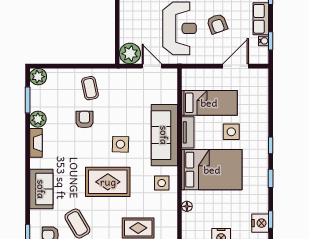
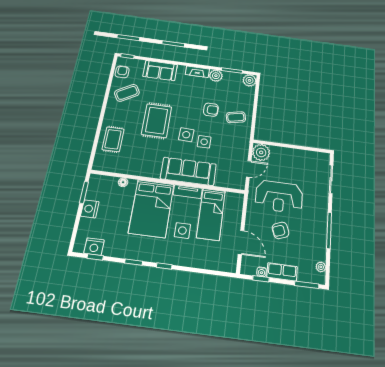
side table: (162, 183) -> (204, 142), moved

